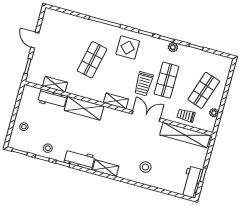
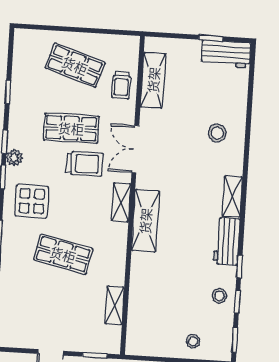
plant: (173, 47) -> (14, 158), moved
workbench: (52, 99) -> (139, 305), removed
shelving: (84, 108) -> (145, 221), moved
plant: (214, 113) -> (108, 41), removed
shelving: (185, 135) -> (153, 80), width x0.68

